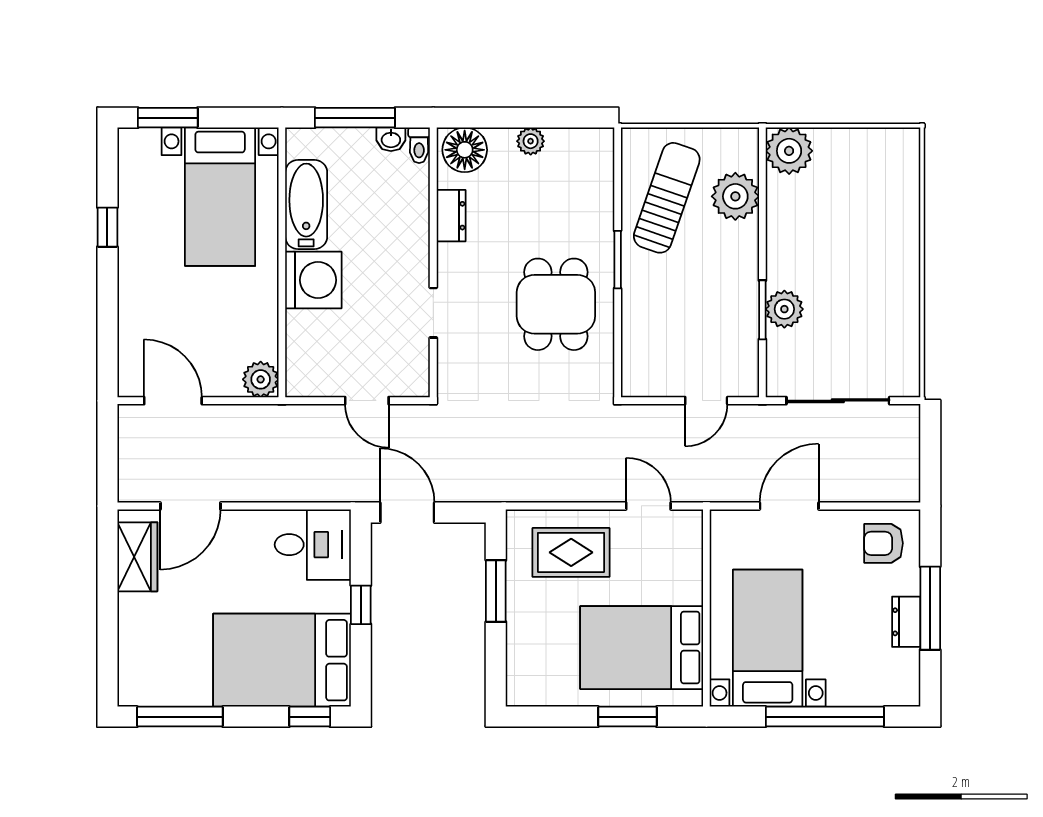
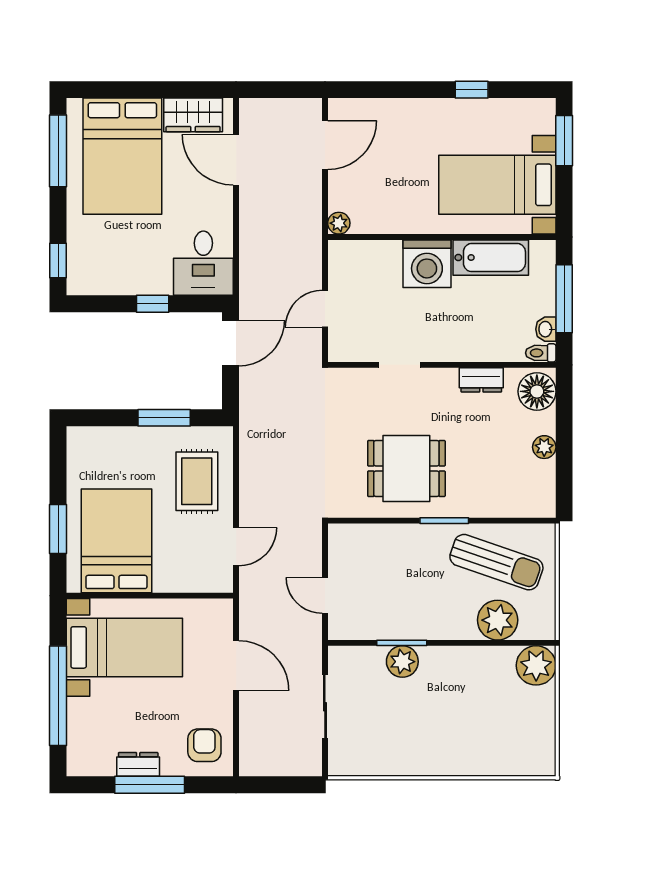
plant: (261, 379) -> (339, 223), width x0.73, depth x0.73
sliding door: (838, 401) -> (325, 707), width x0.73
bed: (282, 660) -> (122, 156), moved, turned 180

